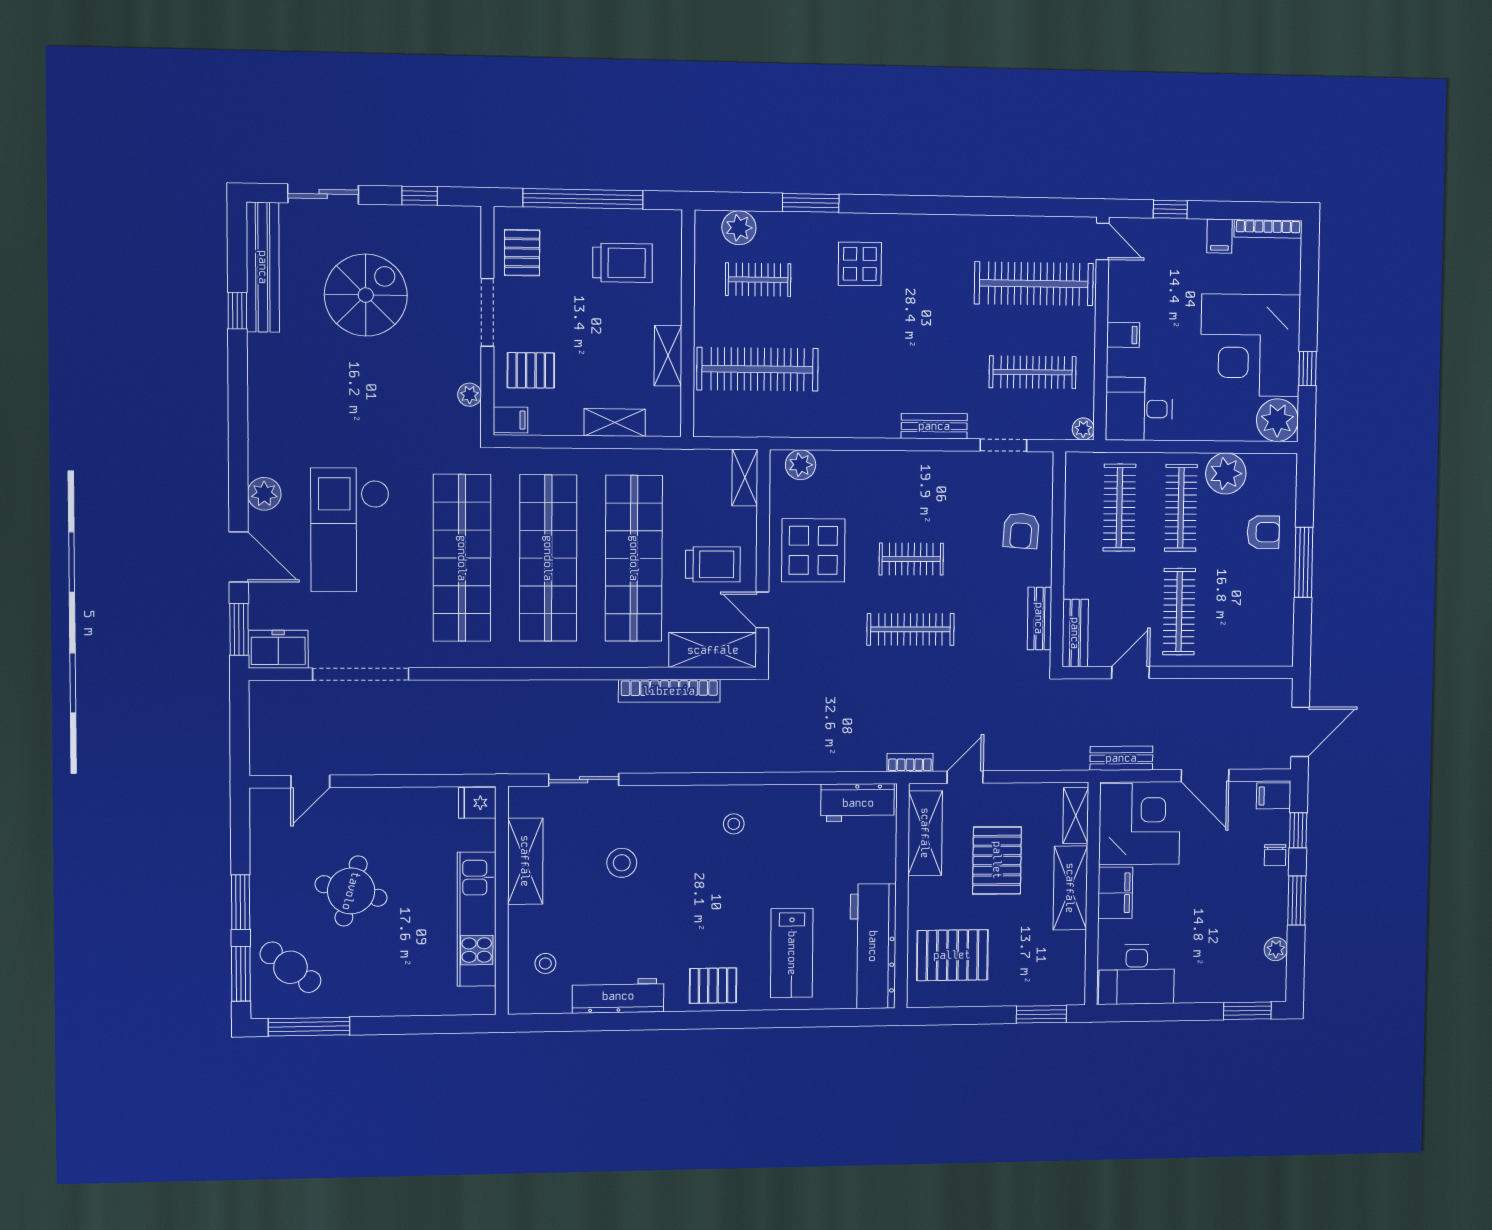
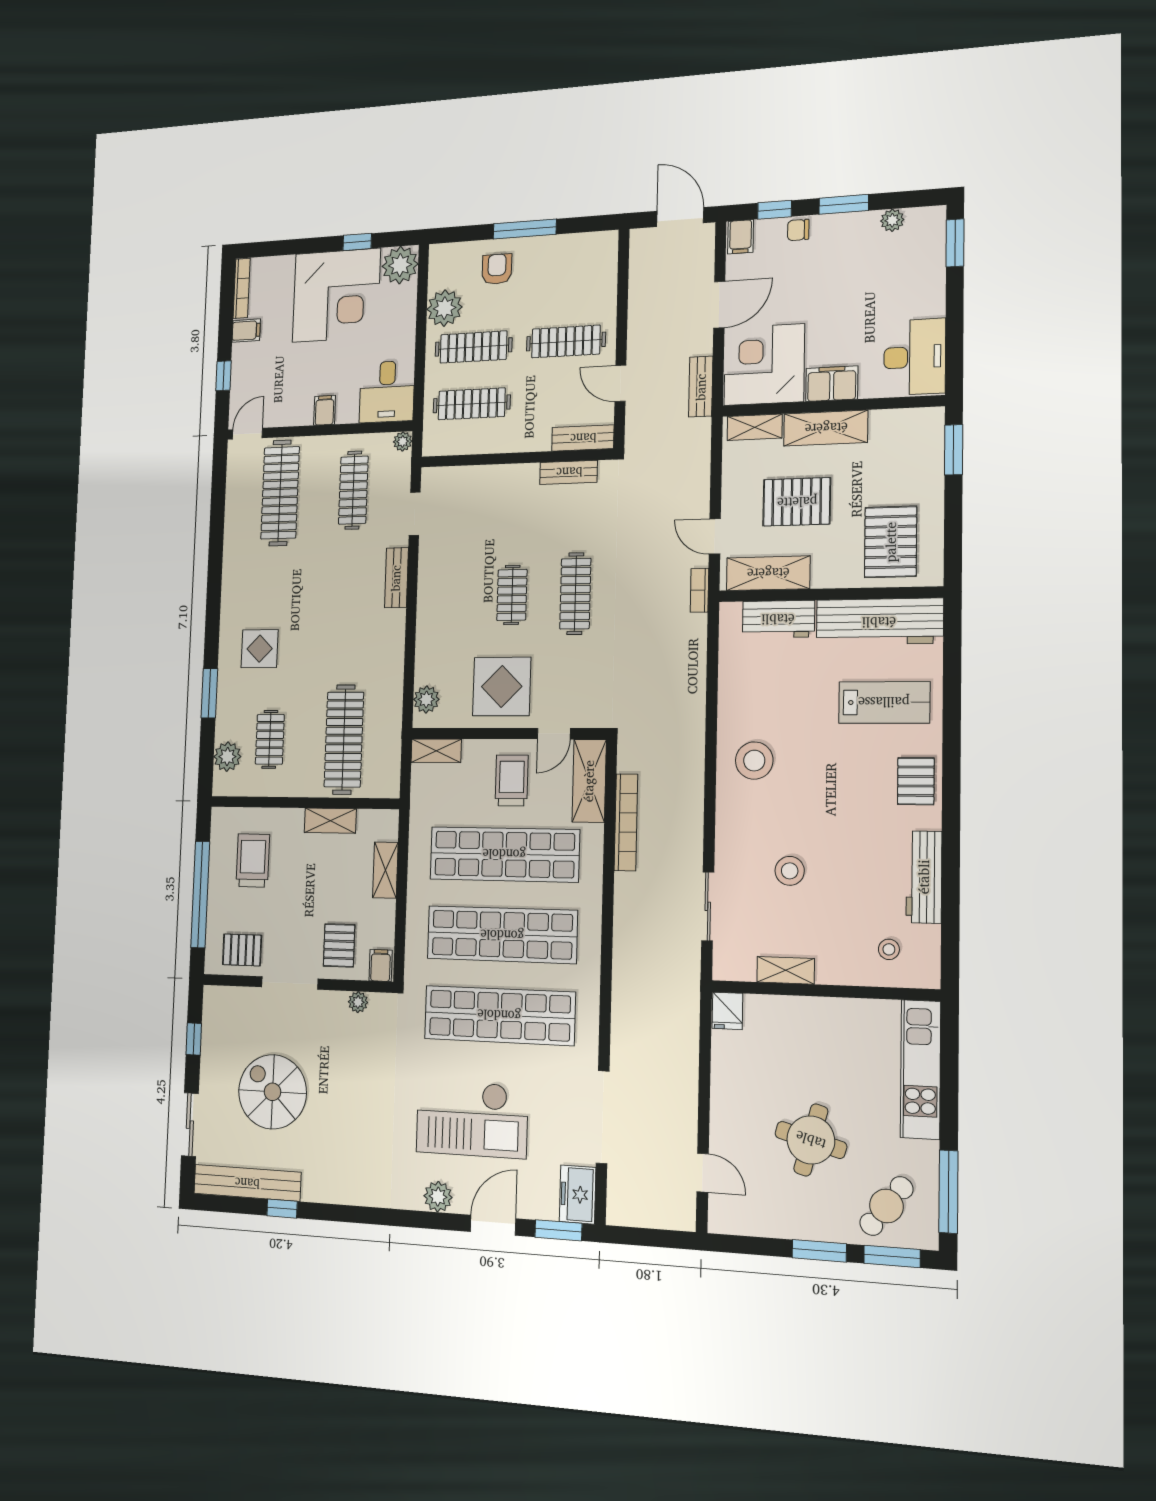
armchair: (1021, 531) -> (490, 494), removed
workbench: (858, 803) -> (778, 619), moved, turned 90
stool: (734, 824) -> (754, 761), width x1.89, depth x1.89
chair: (1275, 855) -> (798, 230), turned 180
shelving: (525, 861) -> (786, 970), width x0.67, depth x0.75
kitchen unit: (477, 919) -> (921, 1069), moved, turned 90

